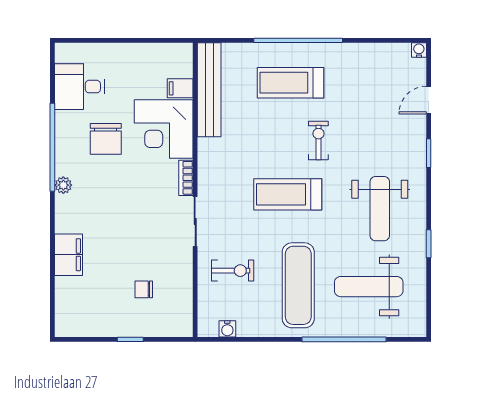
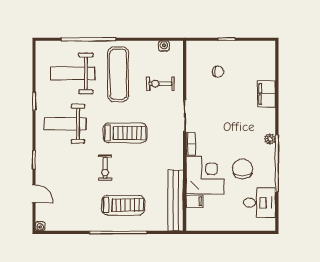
door: (429, 100) -> (34, 194), hinge flipped
weight bench: (380, 209) -> (66, 124), turned -90
weight bench: (369, 287) -> (73, 73), turned 180

